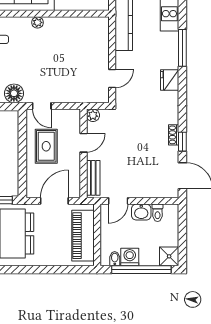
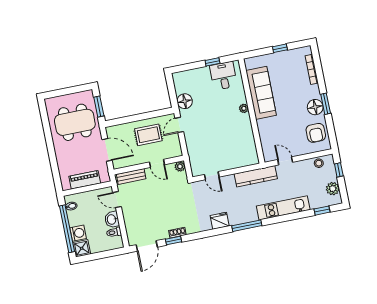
piano: (83, 236) -> (85, 180), width x0.73, depth x0.75
washing machine: (130, 257) -> (78, 233), moved

